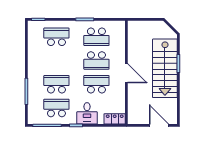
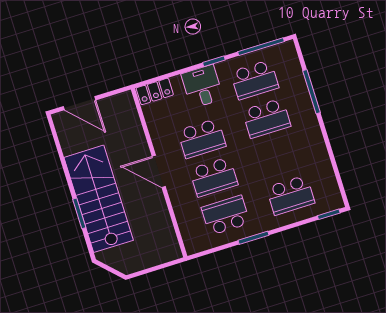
school desk: (96, 61) -> (214, 177), turned 180

